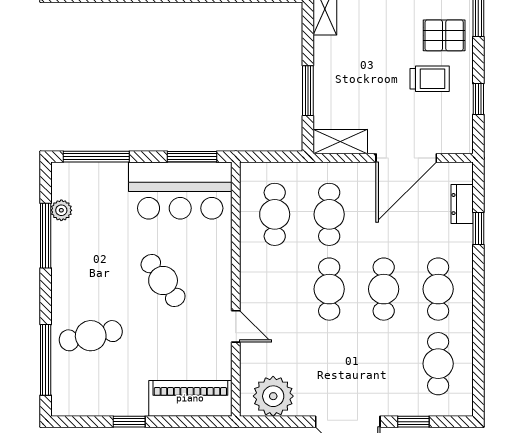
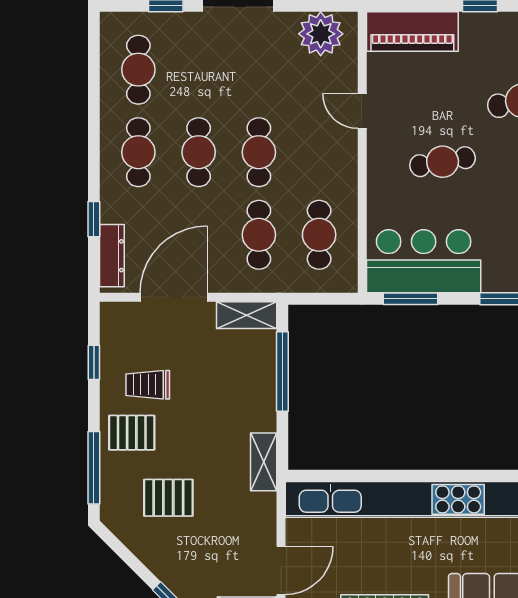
window: (308, 91) -> (282, 372), width x1.44
dresser: (462, 204) -> (112, 256), width x1.44
cafe table: (163, 281) -> (443, 162), turned -64

